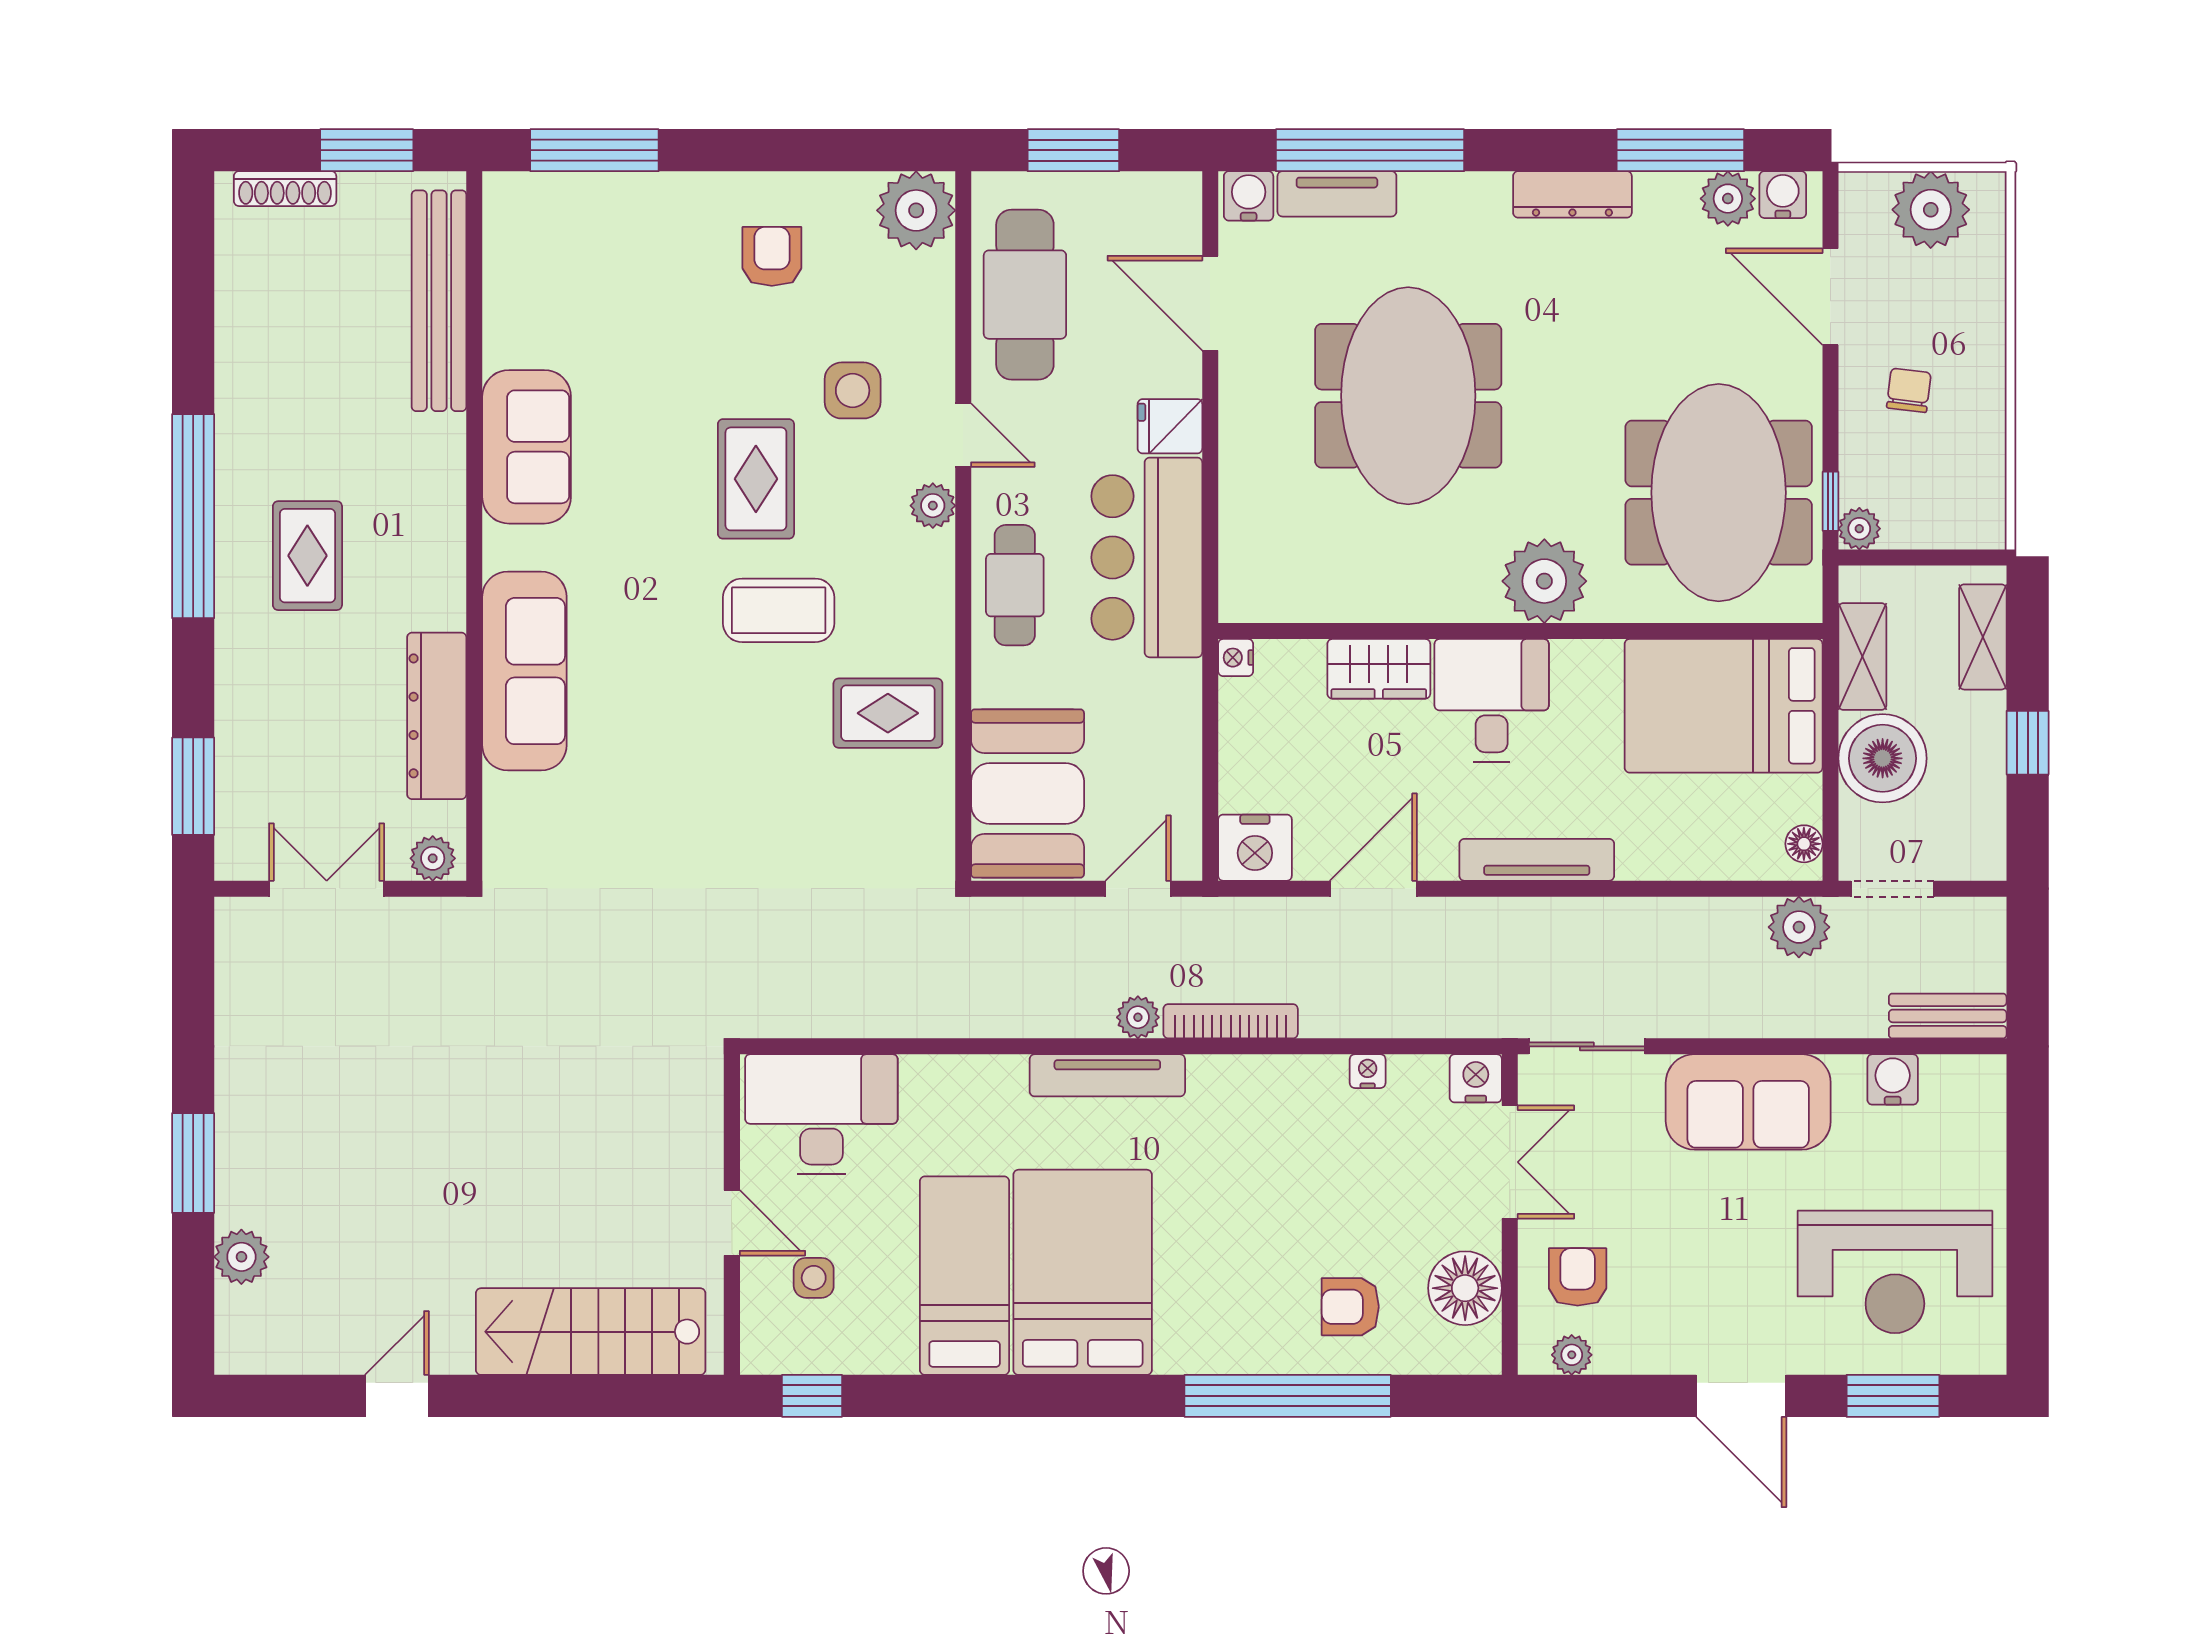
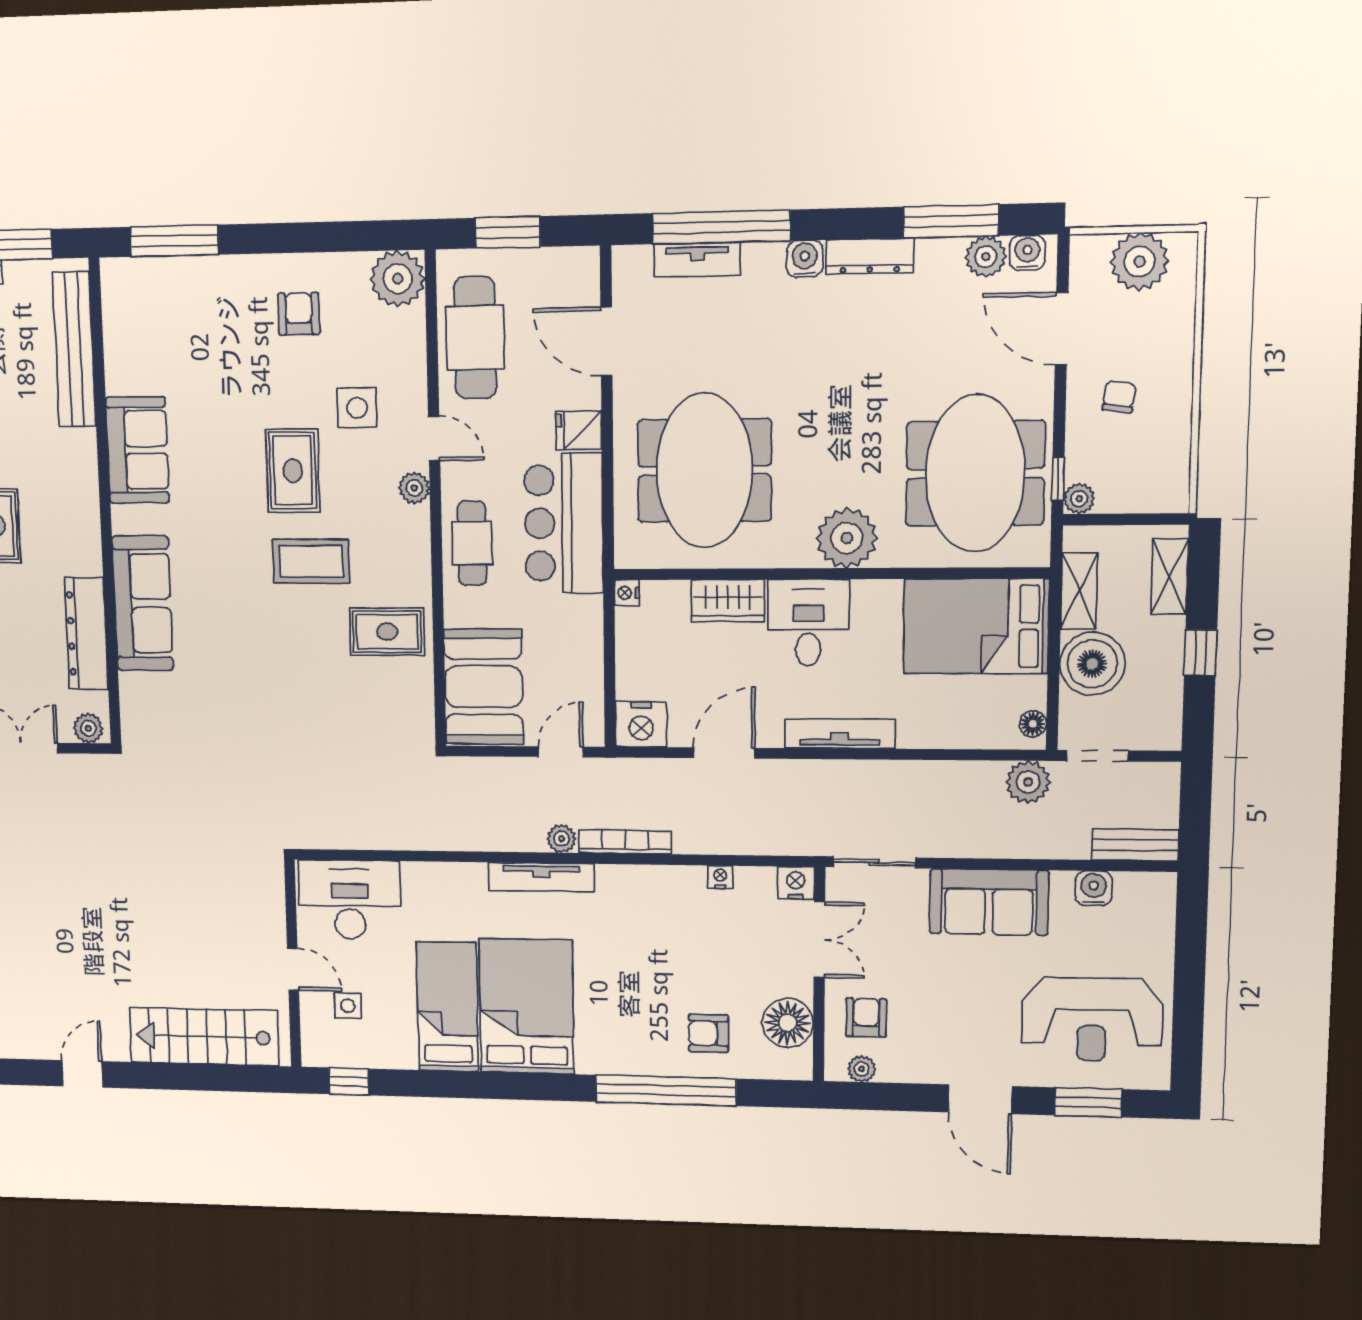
water cooler: (1249, 196) -> (805, 259), moved
meeting table: (1408, 396) -> (704, 471), moved

